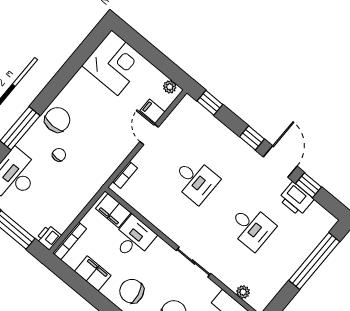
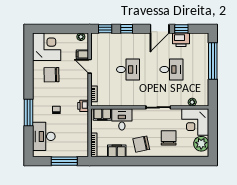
chair: (57, 120) -> (52, 75), moved, turned -91
window: (252, 138) -> (127, 29), moved
door: (280, 162) -> (160, 29), swing flipped
printer: (49, 237) -> (83, 106), moved

